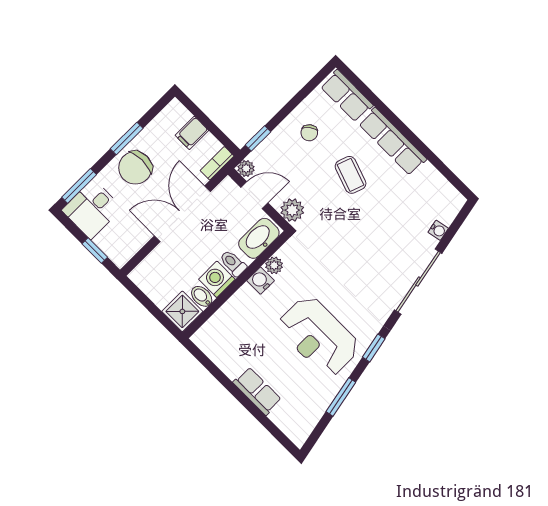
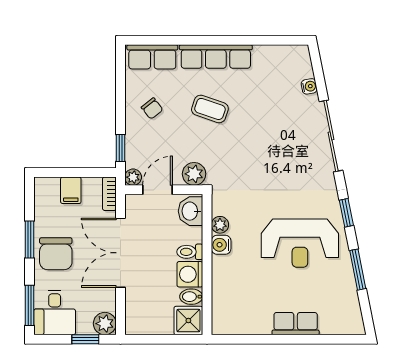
washbasin: (259, 238) -> (191, 211), width x0.72
plant: (120, 253) -> (105, 324), added

